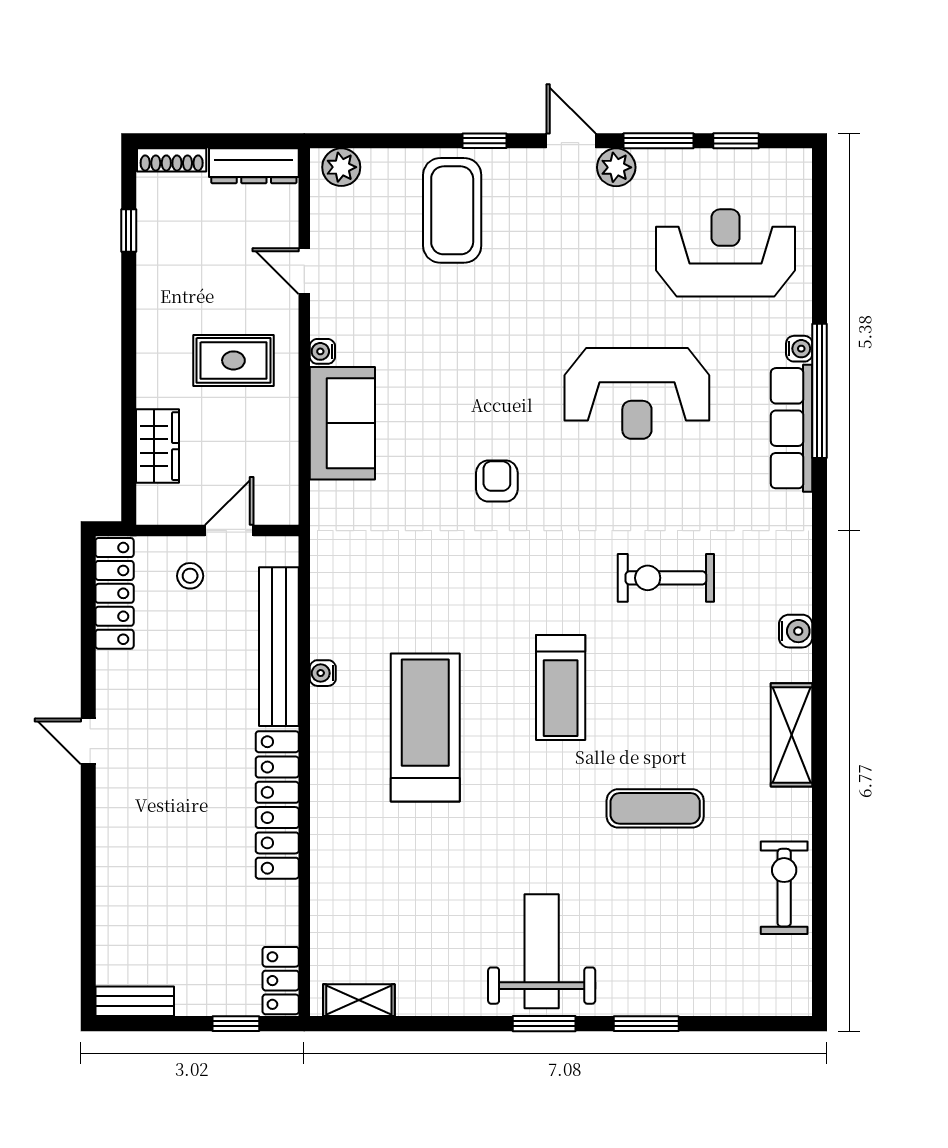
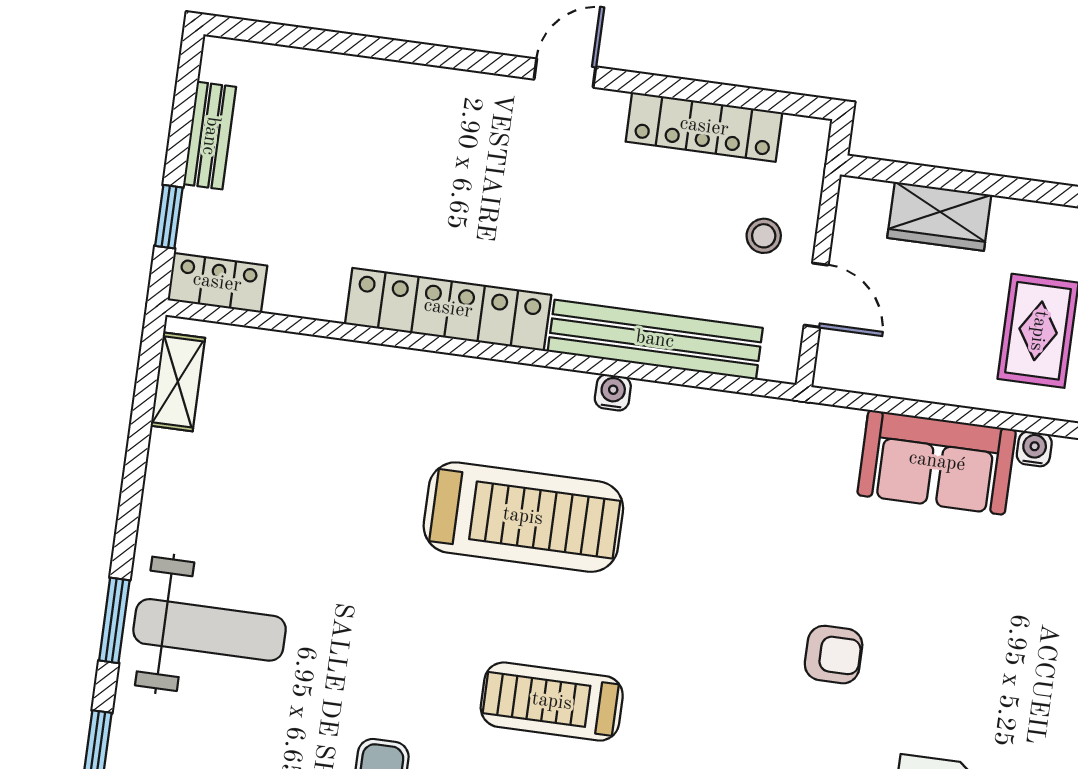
locker: (115, 593) -> (704, 127), moved
bench: (135, 1001) -> (210, 136), moved

